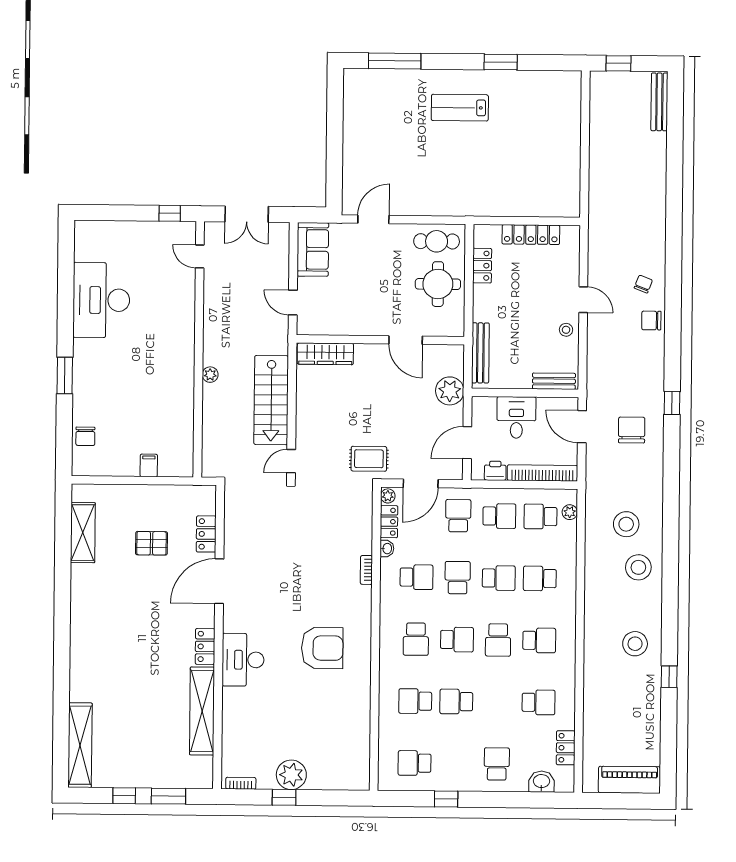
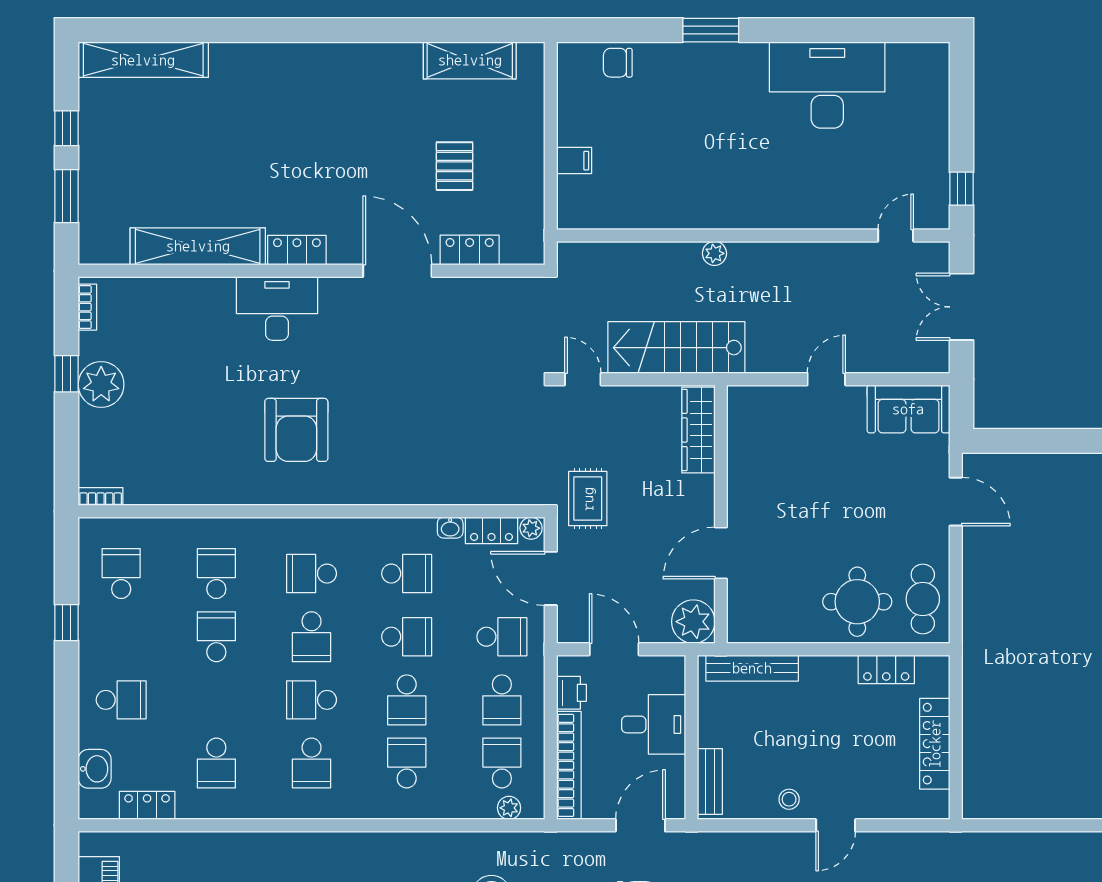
wall: (380, 340) -> (721, 514), moved
door: (406, 340) -> (721, 553), moved
wardrobe: (325, 354) -> (698, 430), moved
bookcase: (366, 570) -> (101, 496), moved
school desk: (416, 577) -> (407, 574), turned -90

